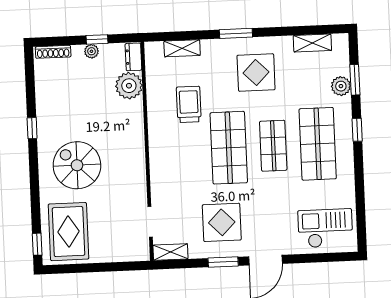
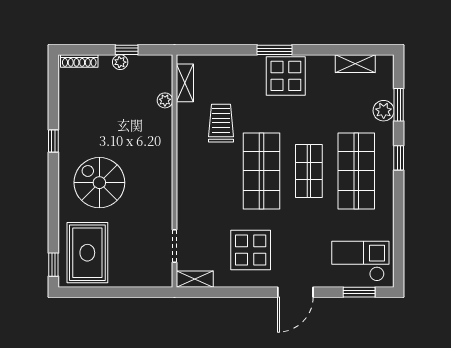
shelving: (182, 48) -> (185, 83), moved, turned 90
dresser: (133, 57) -> (164, 70), removed
display table: (256, 72) -> (286, 76), moved
plant: (129, 86) -> (165, 100), width x0.53, depth x0.53
window: (223, 262) -> (359, 292), moved

